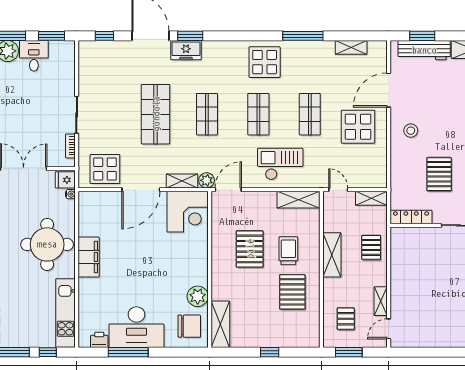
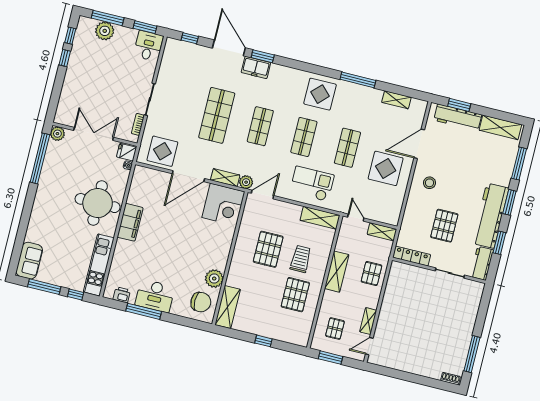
desk: (34, 56) -> (148, 46), moved
desk: (136, 327) -> (155, 296), width x0.73, depth x0.77

